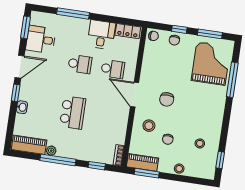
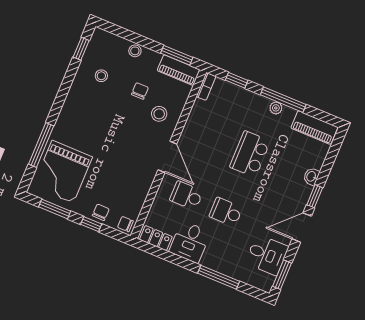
chair: (167, 99) -> (129, 141), removed
plant: (51, 151) -> (276, 108), moved

